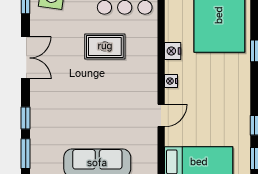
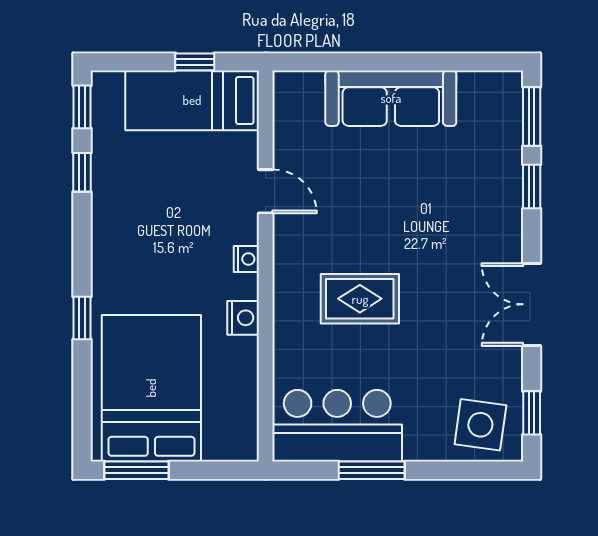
rug: (105, 46) -> (360, 299), moved
door: (161, 115) -> (266, 191), swing flipped

